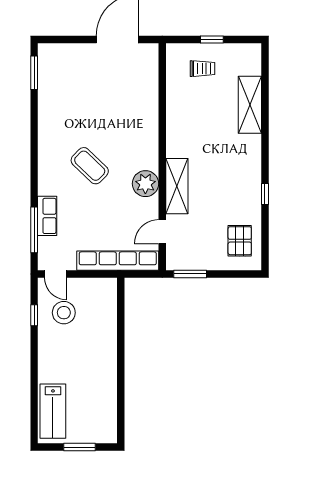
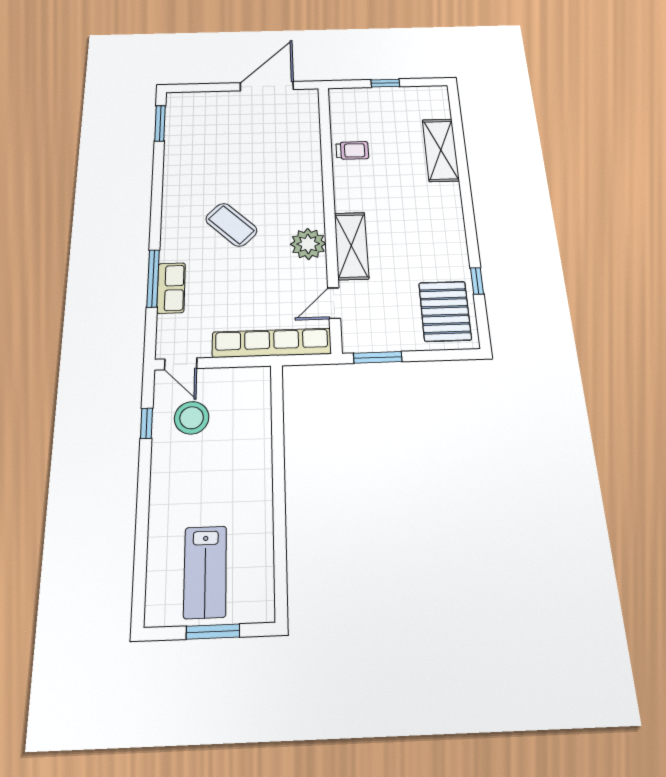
trolley: (202, 69) -> (352, 150), moved
window: (265, 194) -> (477, 281), moved
window: (34, 230) -> (153, 278), moved
pallet: (240, 241) -> (445, 311), width x1.50, depth x1.42
lab bench: (53, 411) -> (205, 572), moved

